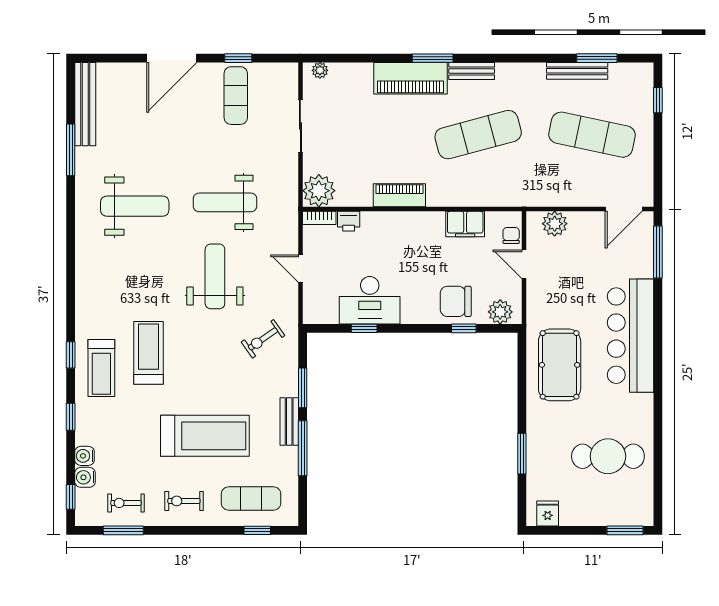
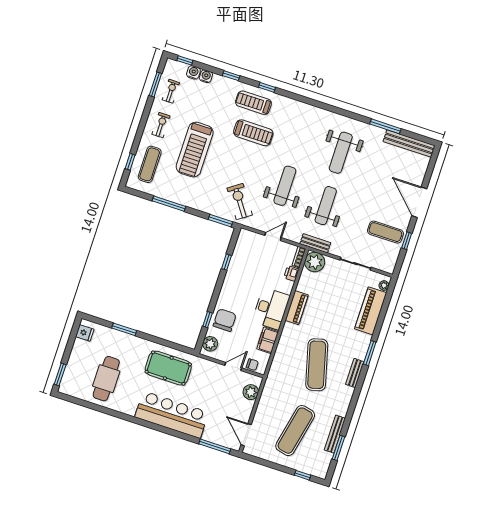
piano: (410, 78) -> (371, 311), moved
weight bench: (215, 276) -> (285, 186), turned -90
desk: (370, 300) -> (271, 309), moved, turned 180
exercise bike: (263, 339) -> (240, 202), width x1.38, depth x1.39
window: (303, 388) -> (220, 221), moved
bench: (289, 421) -> (315, 243), moved

